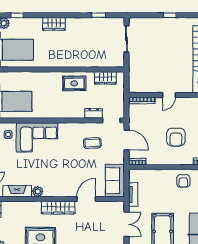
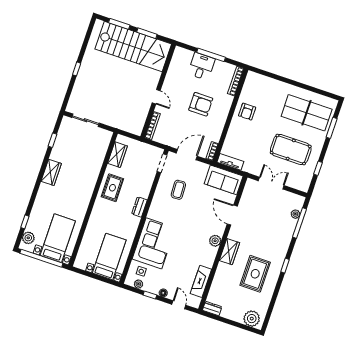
wardrobe: (54, 24) -> (51, 172), moved
dresser: (94, 113) -> (139, 207), moved
armchair: (183, 181) -> (247, 112), turned 90
plant: (38, 191) -> (215, 241), moved
tv unit: (133, 194) -> (230, 162), moved
wardrobe: (58, 208) -> (229, 252), width x0.67

